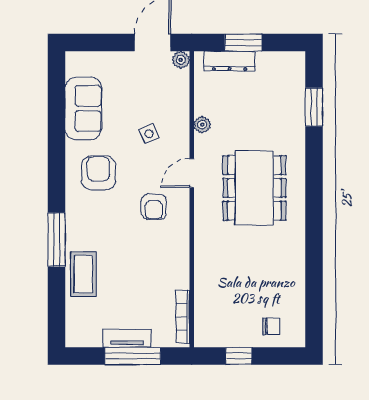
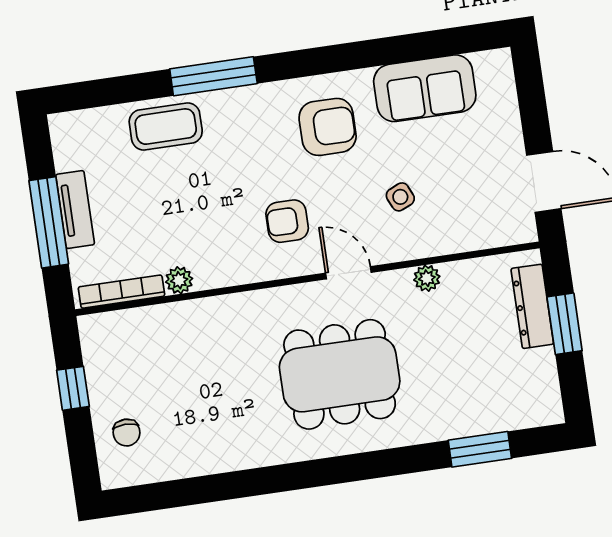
plant: (181, 60) -> (179, 280), moved

